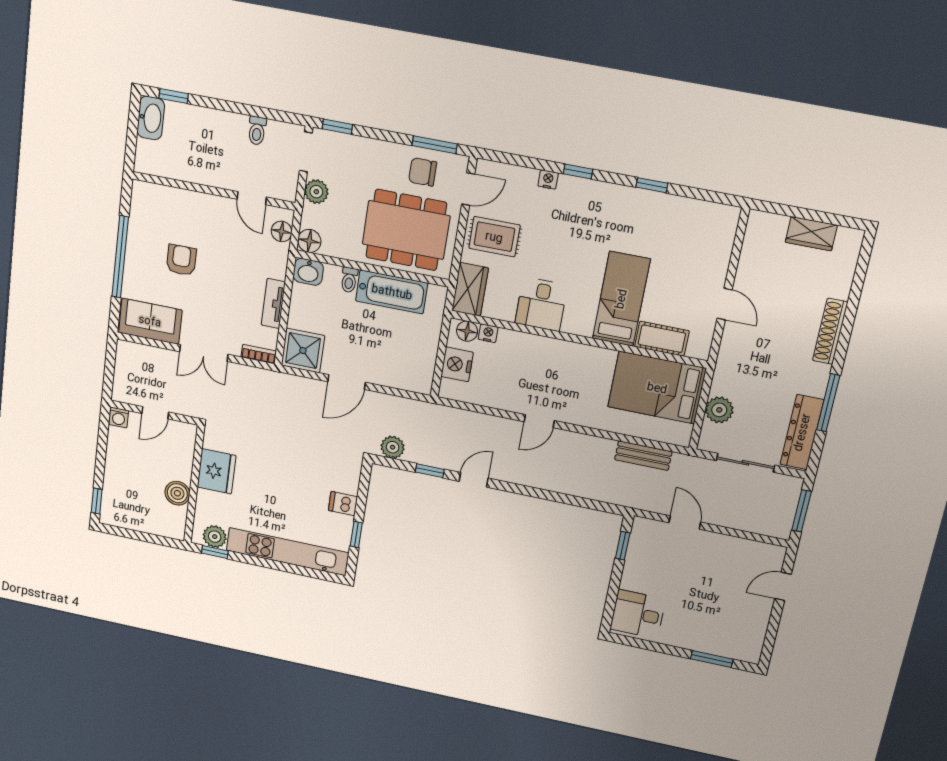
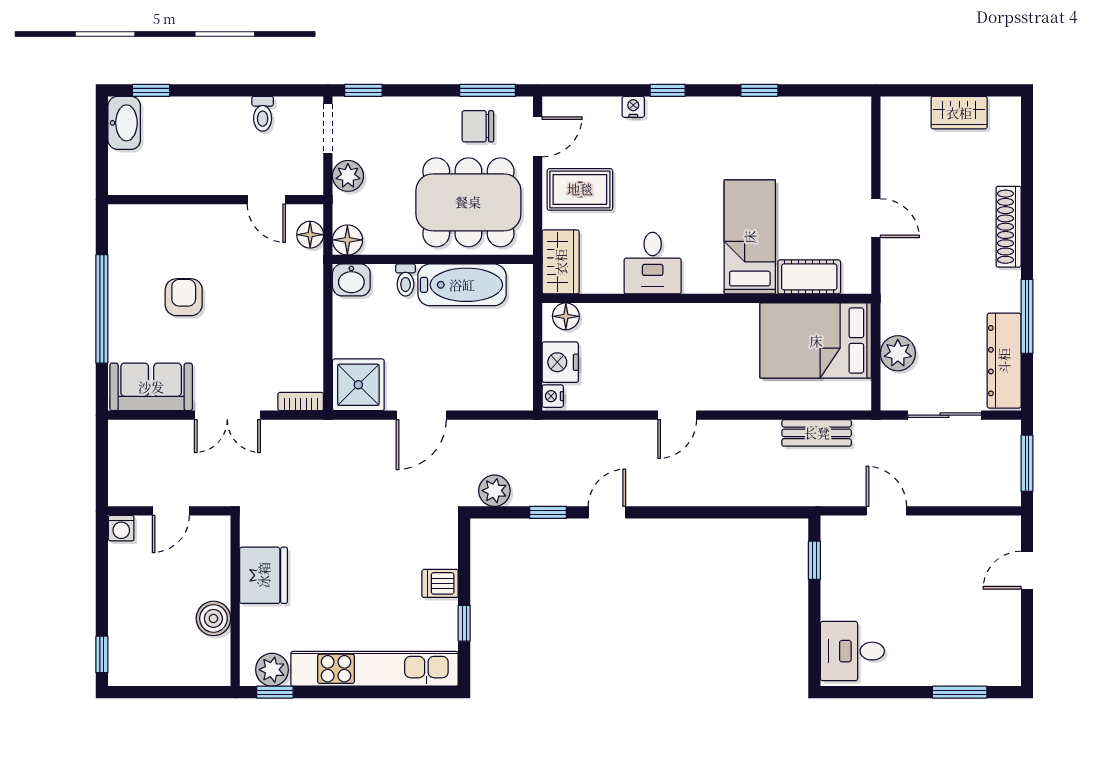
tv unit: (273, 303) -> (311, 330), removed
nightstand: (488, 333) -> (553, 396), moved, turned -90

